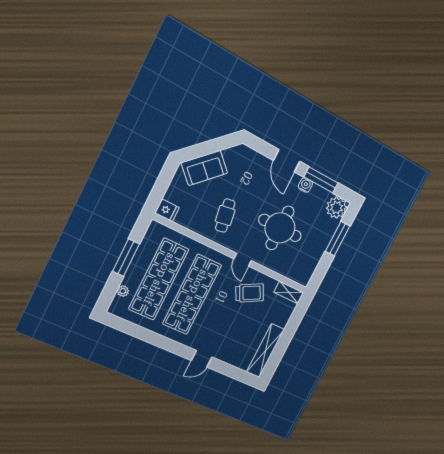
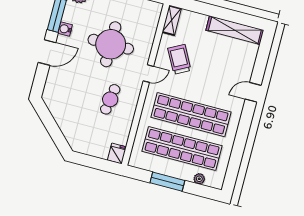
sofa: (204, 168) -> (71, 128), removed
cafe table: (225, 216) -> (110, 99), turned -72
door: (202, 359) -> (253, 92), swing flipped

